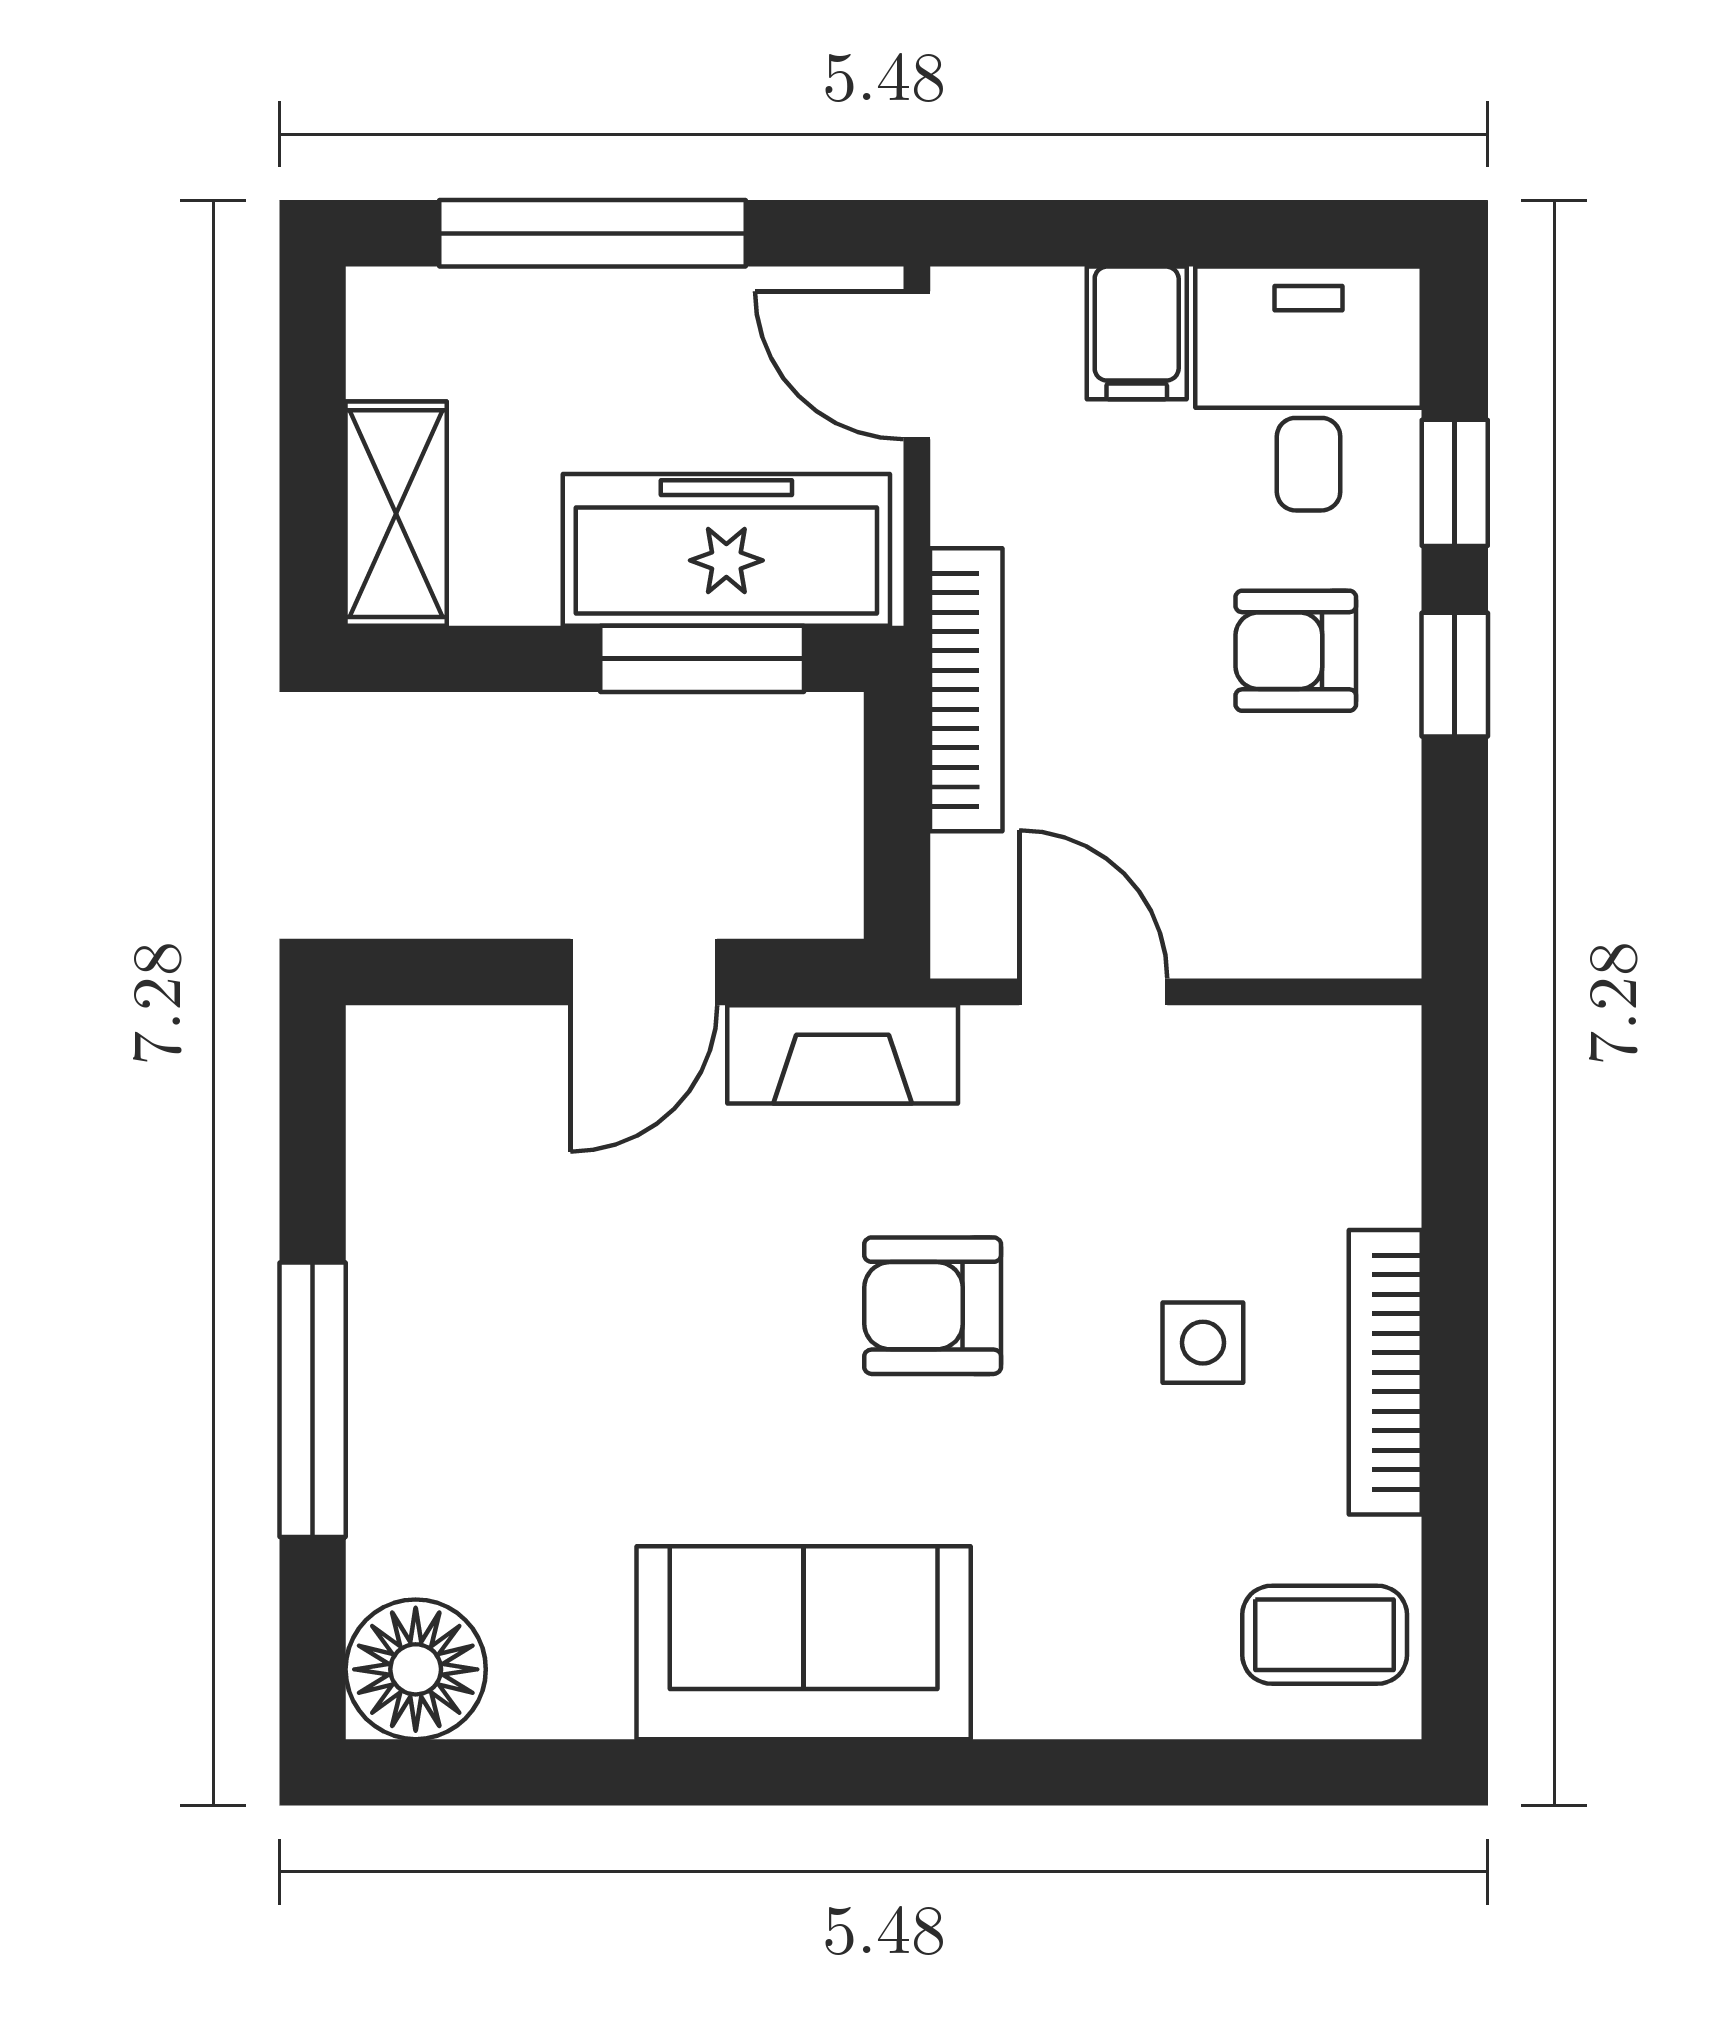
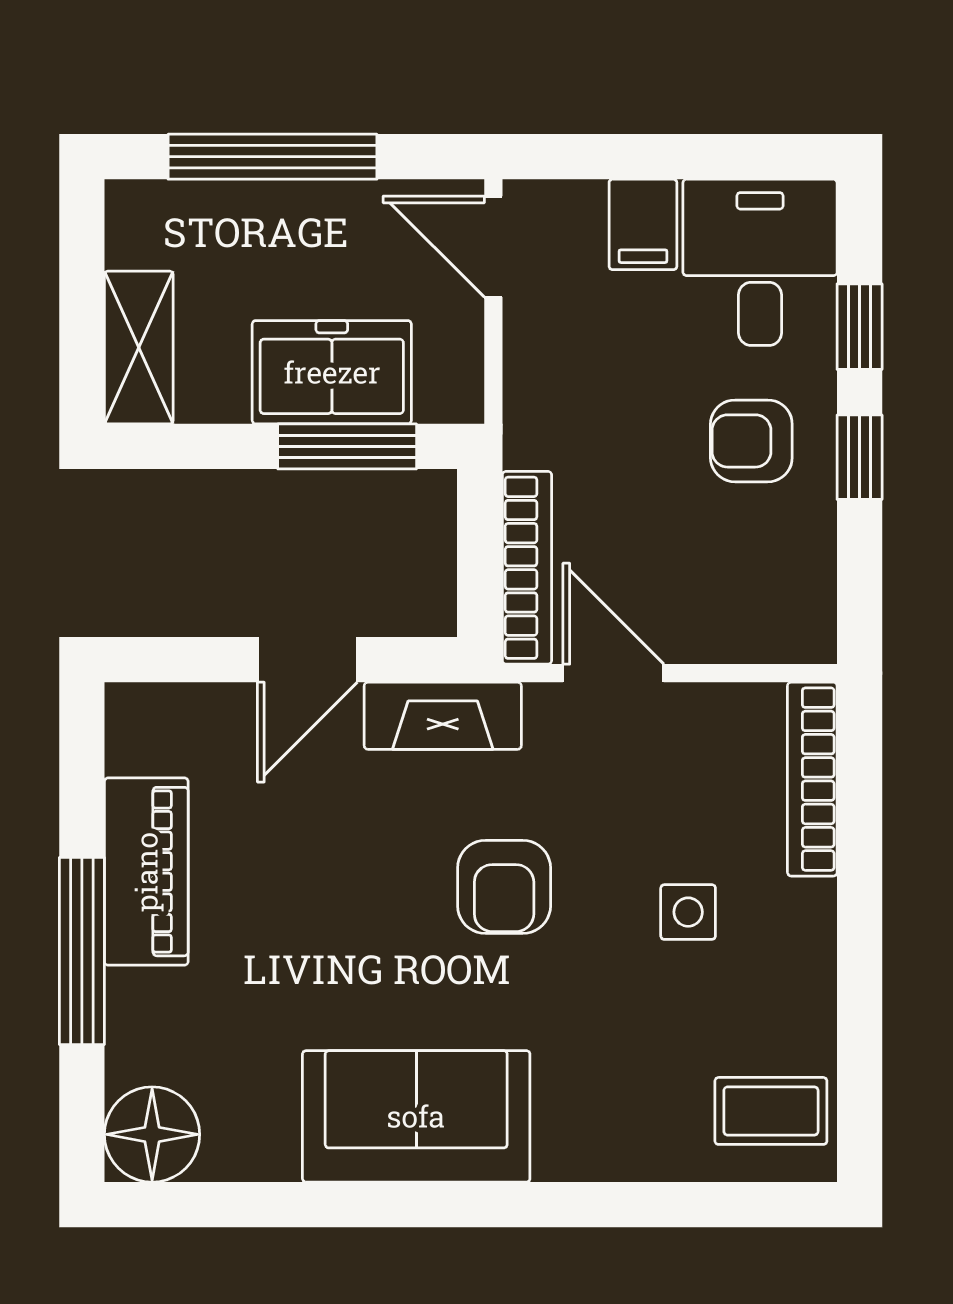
freezer: (726, 550) -> (332, 372), width x0.71
bookcase: (966, 690) -> (527, 568), moved
piano: (407, 1283) -> (146, 872), added
armchair: (933, 1306) -> (504, 887), turned -90
bookcase: (1385, 1372) -> (812, 779), moved

